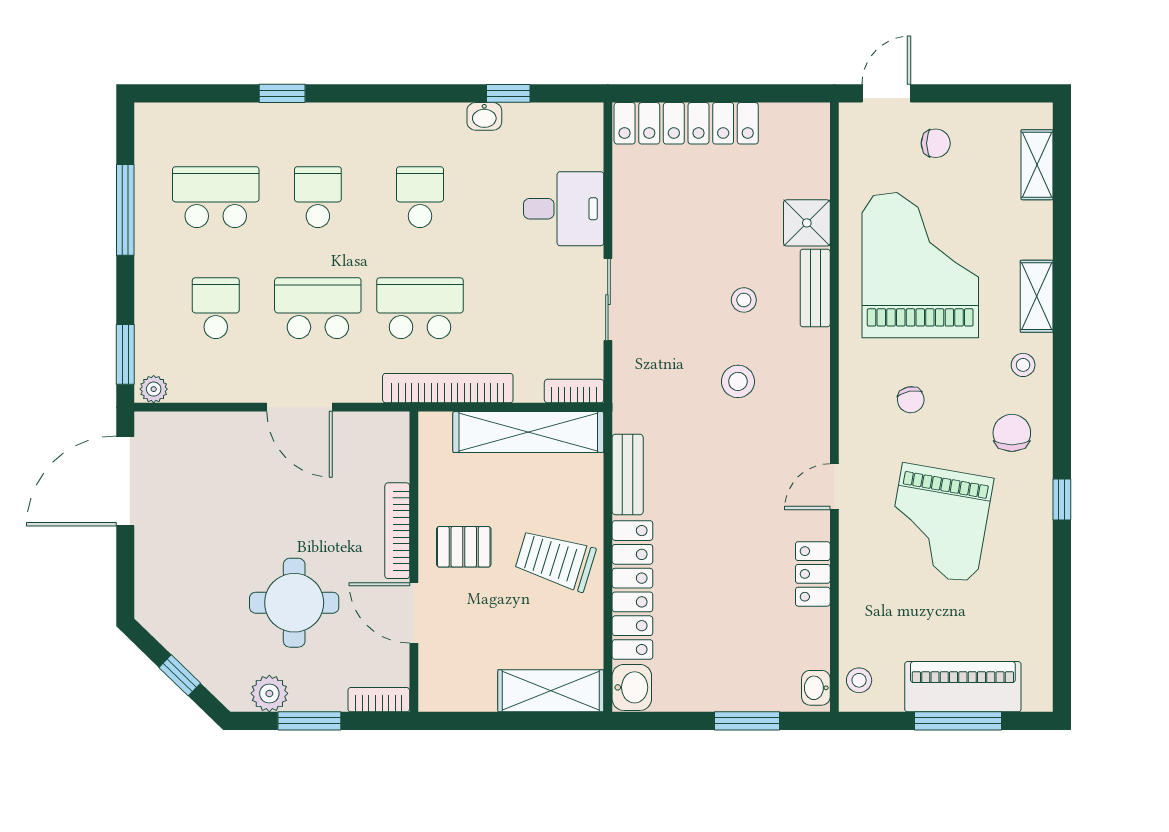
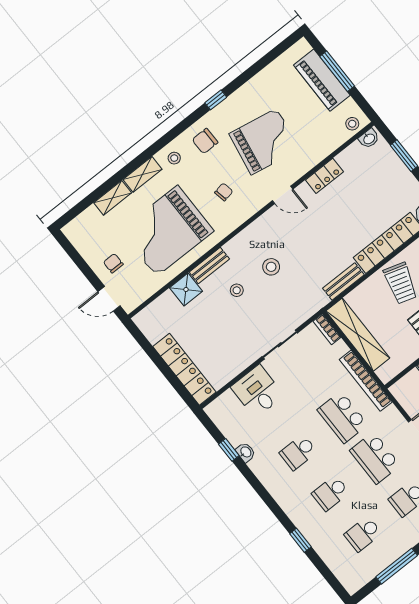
shelving: (1037, 165) -> (113, 198), moved
school desk: (216, 197) -> (363, 534), width x0.54

